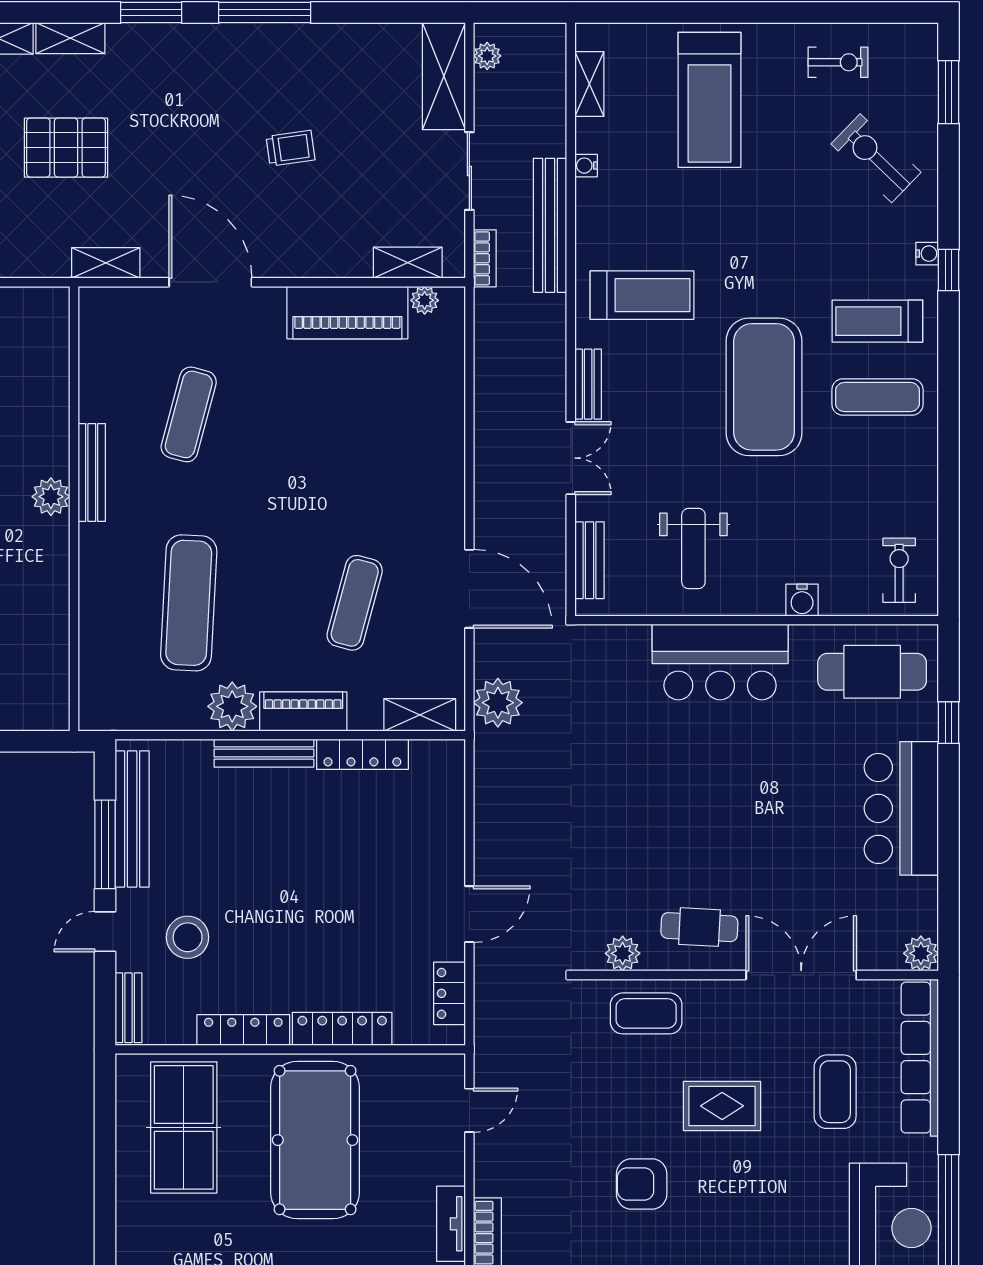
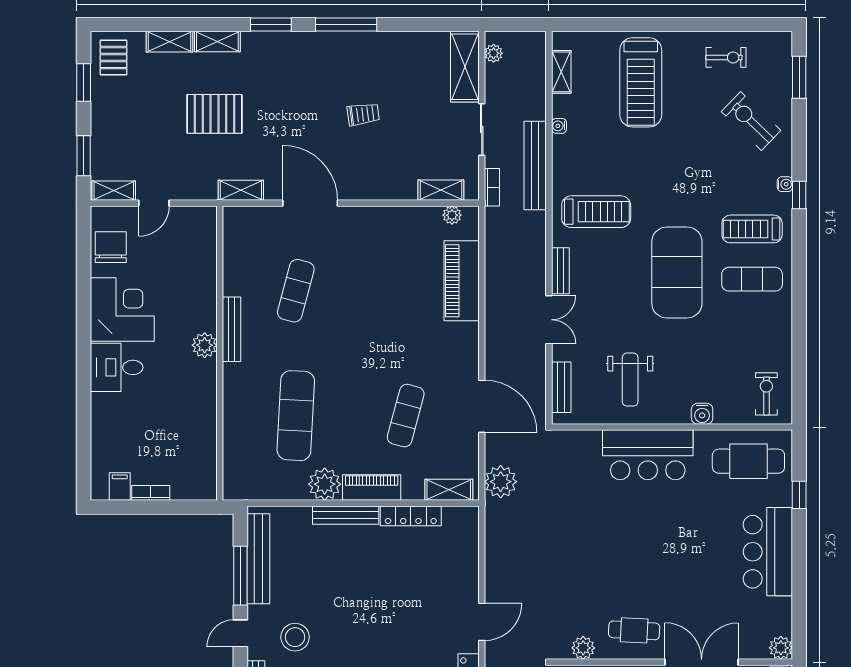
piano: (347, 313) -> (462, 281), moved, turned 90

